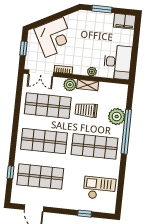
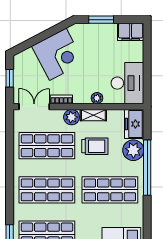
corner desk: (54, 37) -> (58, 54), moved
double door: (41, 73) -> (34, 107), swing flipped
freezer: (120, 96) -> (134, 124), added
trolley: (86, 110) -> (95, 146), turned 180

